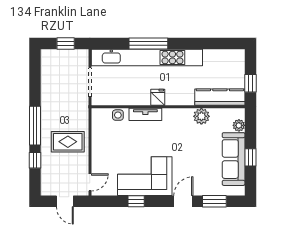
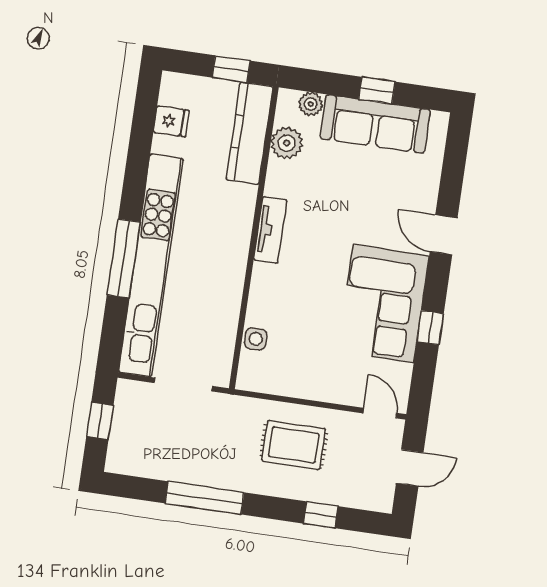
fridge: (158, 97) -> (171, 121), moved, turned 180
tv unit: (145, 114) -> (270, 230), moved
plant: (201, 116) -> (287, 143), moved
window: (35, 126) -> (205, 498), moved
rug: (68, 142) -> (294, 445), turned 90
window: (214, 201) -> (453, 174), removed

